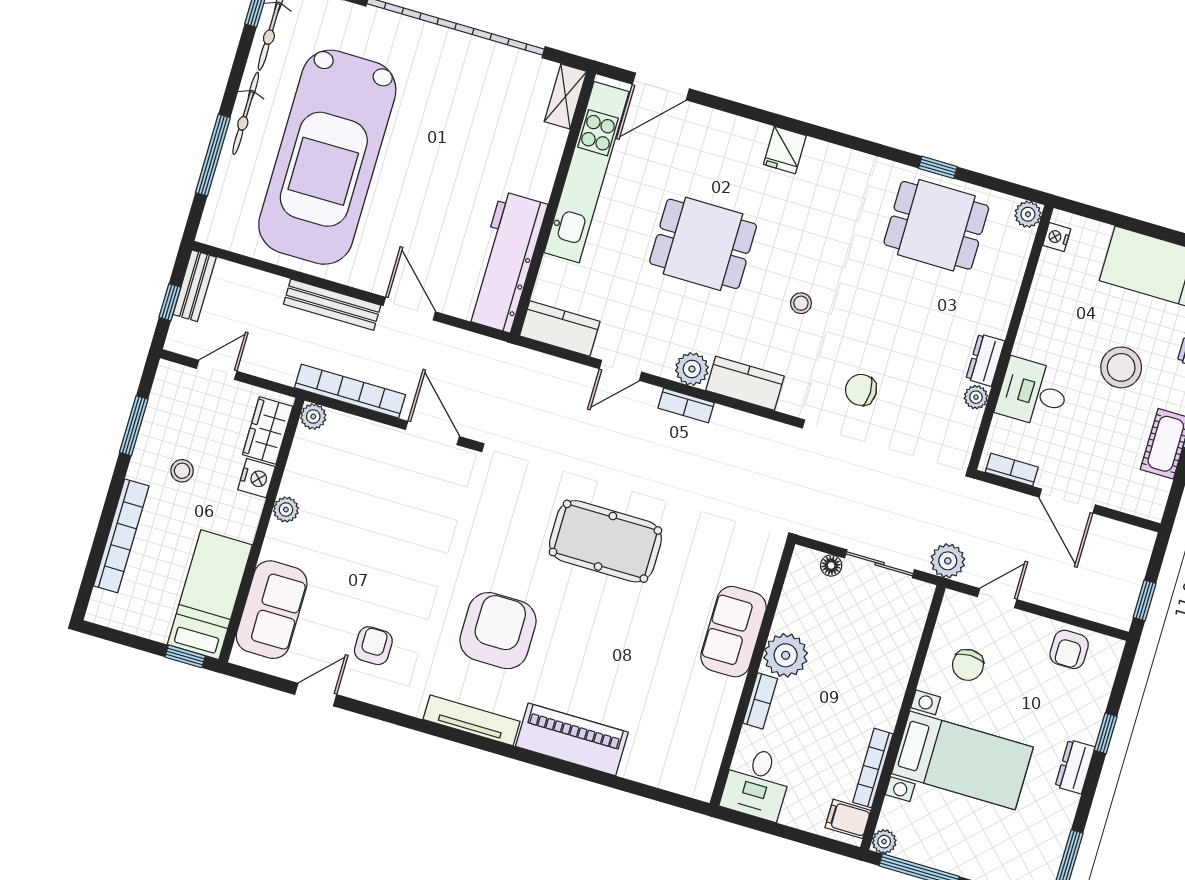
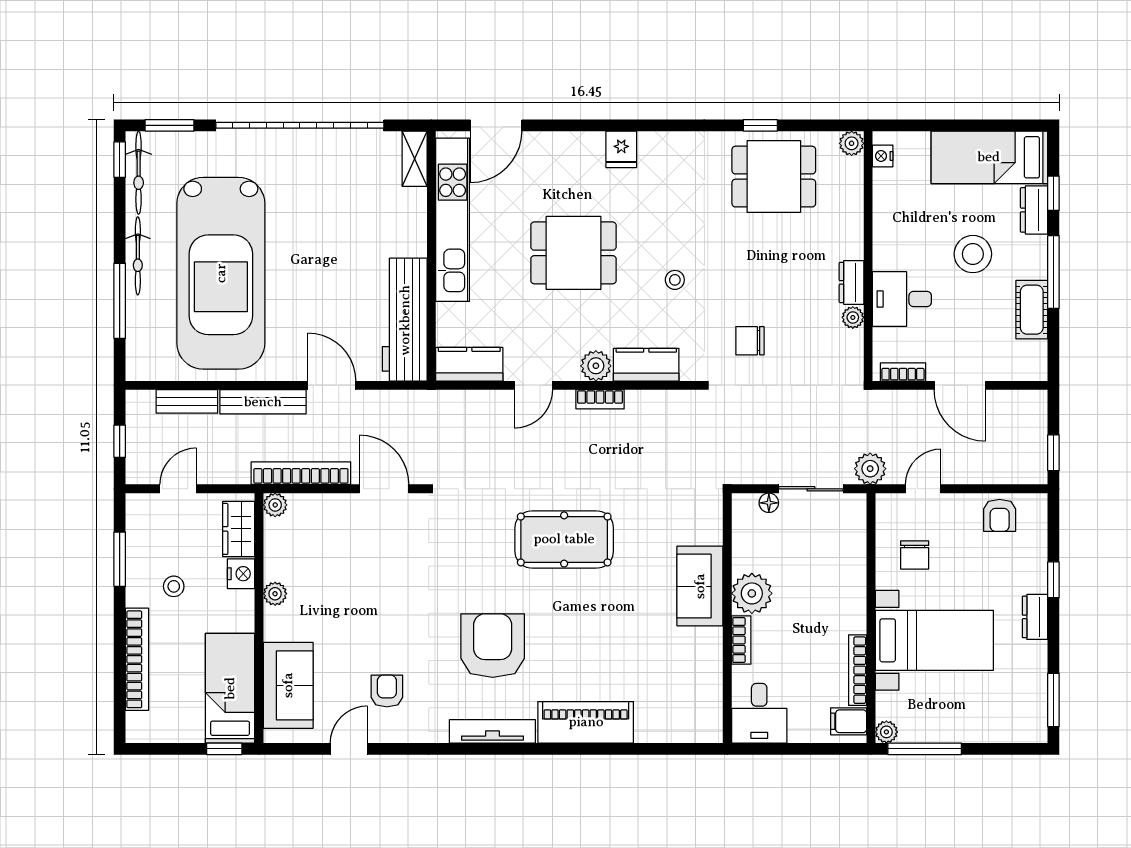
bench: (195, 286) -> (187, 401), moved, turned 90

